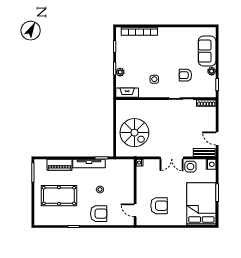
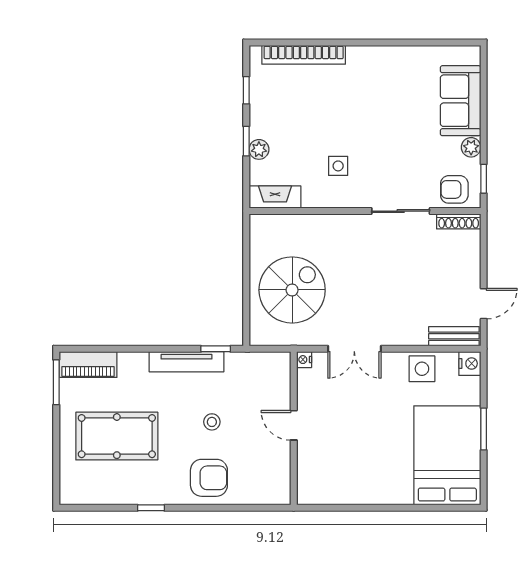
armchair: (185, 75) -> (454, 189), moved
spiral stairs: (134, 133) -> (292, 290), turned -90
door: (217, 139) -> (484, 304), swing flipped
double door: (172, 158) -> (354, 349), moved
piano: (60, 165) -> (88, 365), moved
armchair: (159, 206) -> (349, 459), removed
door: (135, 210) -> (294, 425), moved

